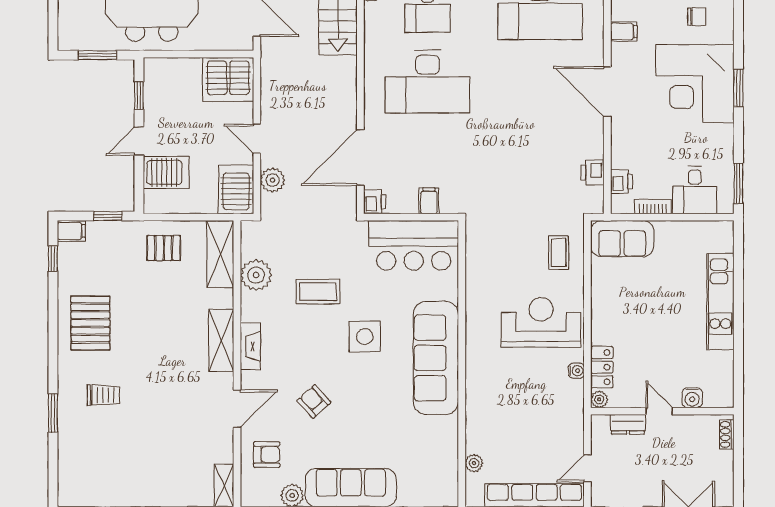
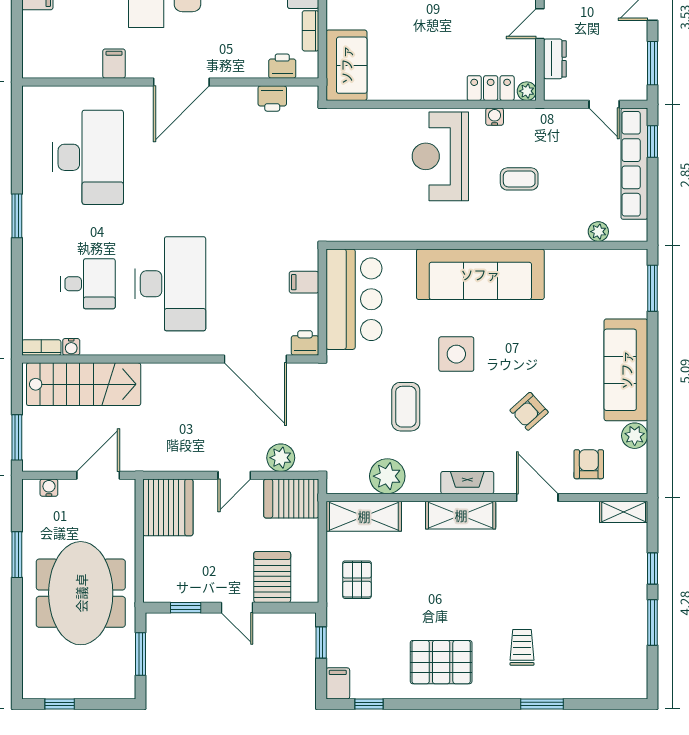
coffee table: (558, 252) -> (519, 179), moved

